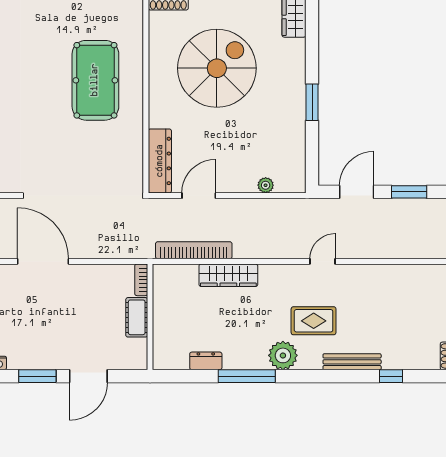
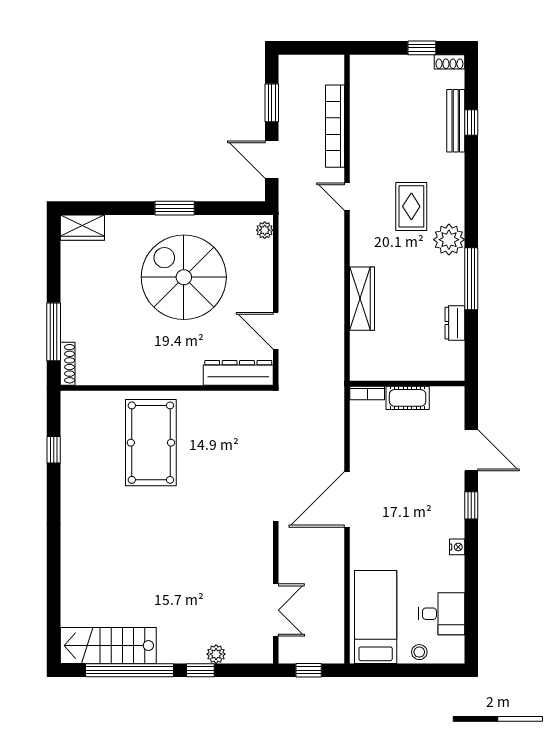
spiral stairs: (217, 68) -> (184, 277), moved
pool table: (95, 80) -> (151, 443), turned 90
plant: (266, 185) -> (265, 230), moved
bookcase: (194, 250) -> (335, 126), moved
bench: (352, 362) -> (456, 121), moved
window: (37, 376) -> (471, 505), width x0.67

